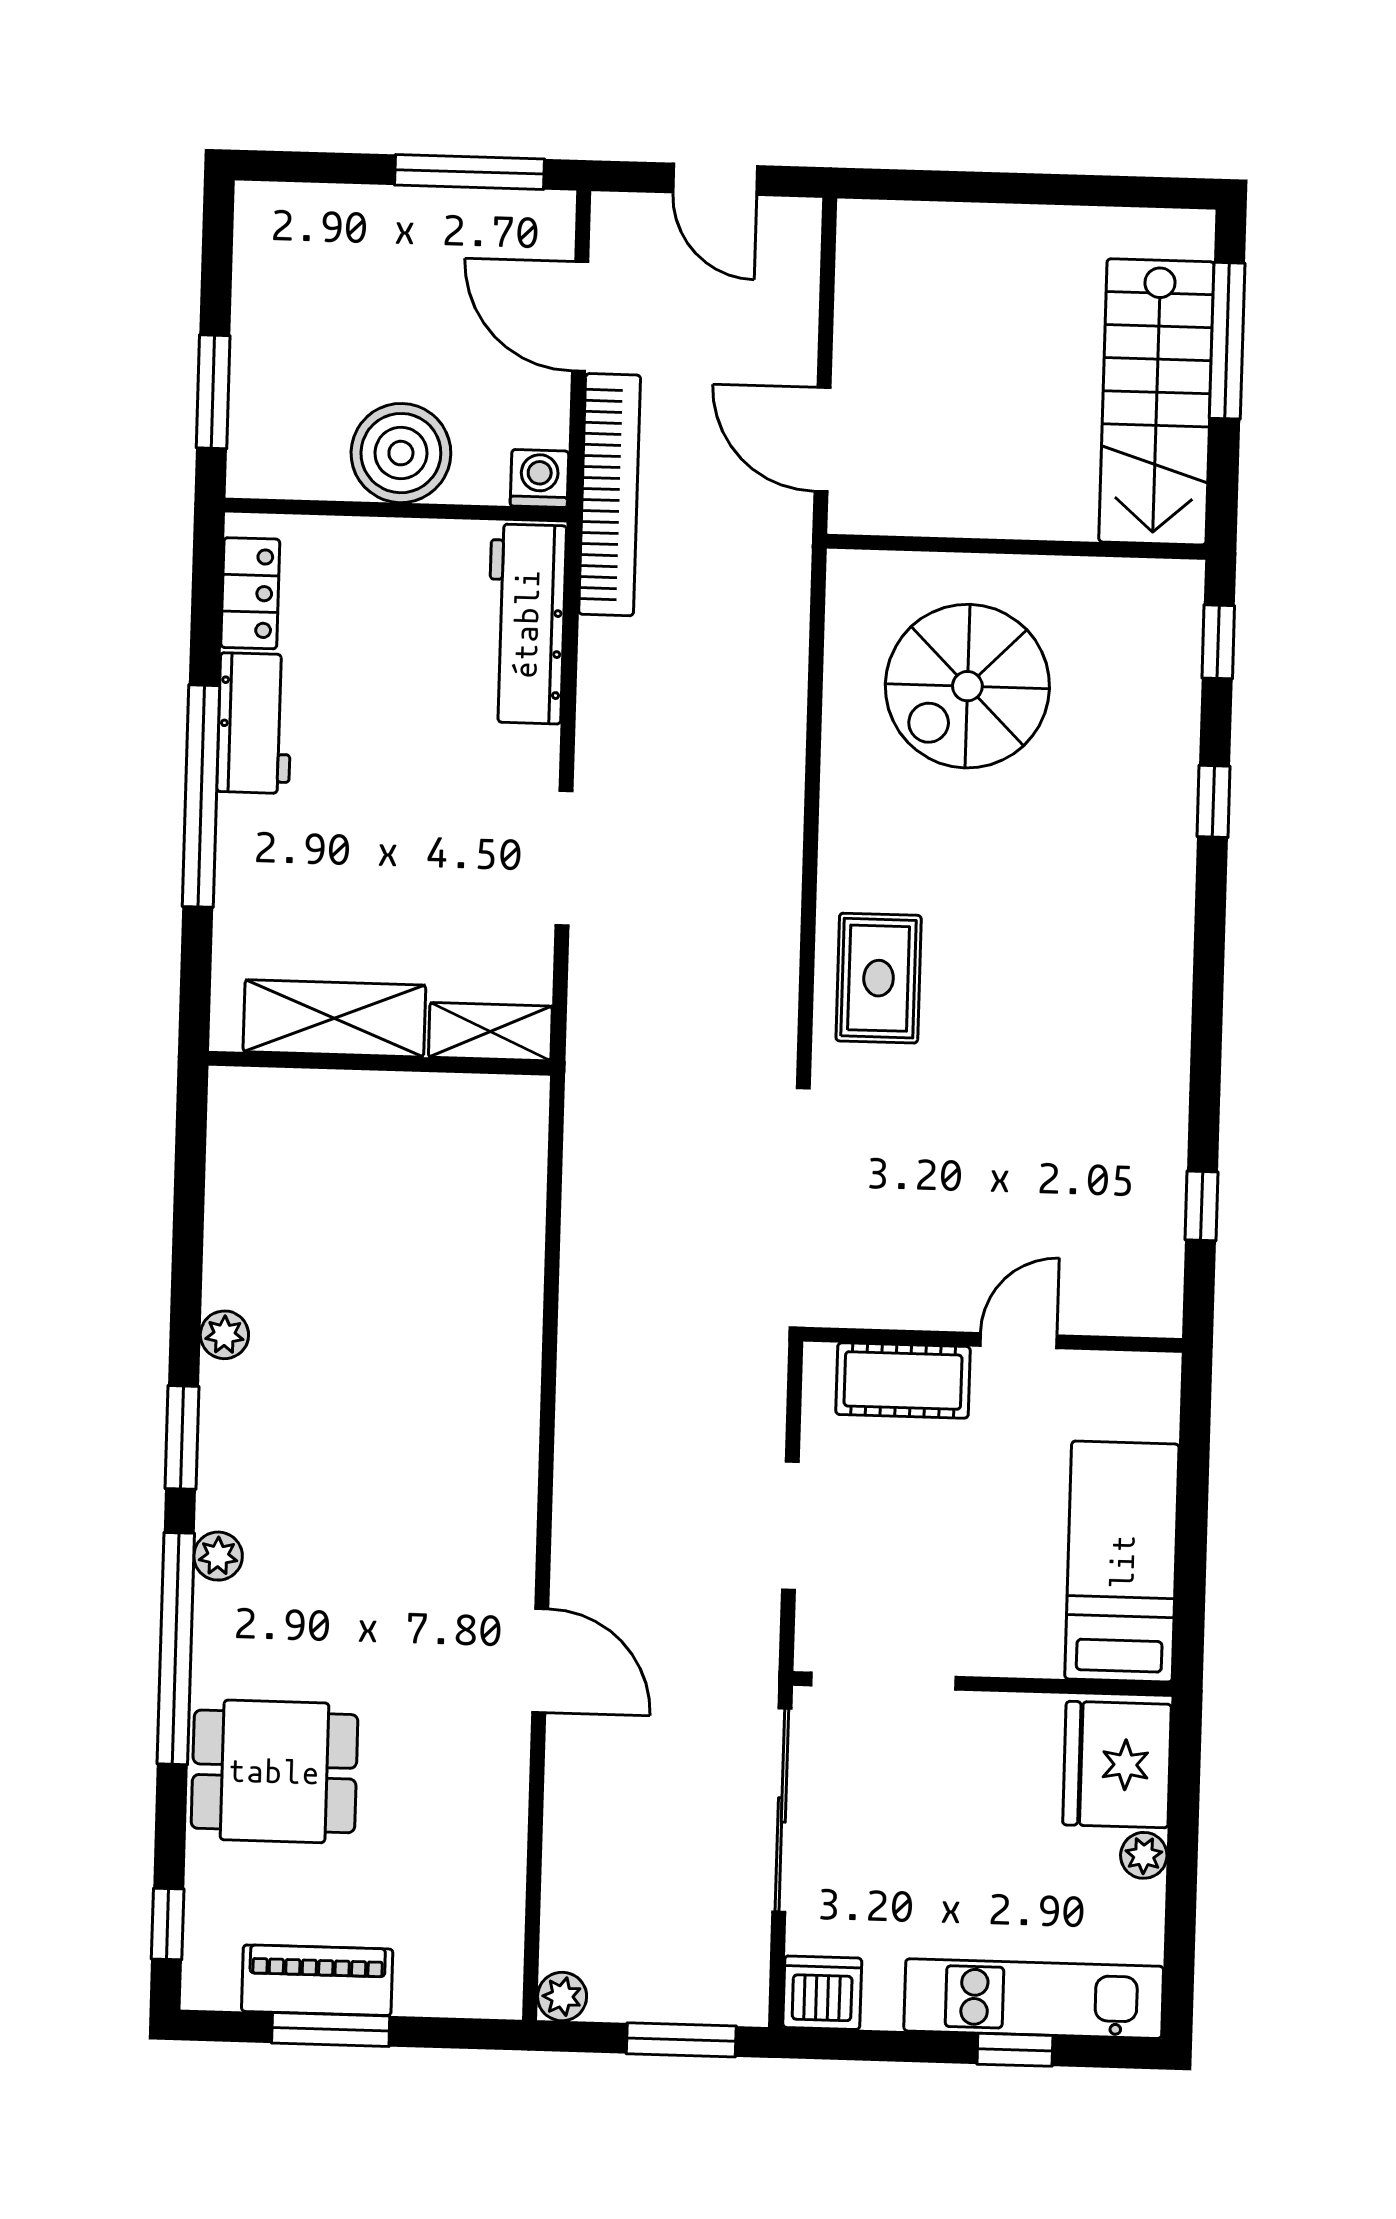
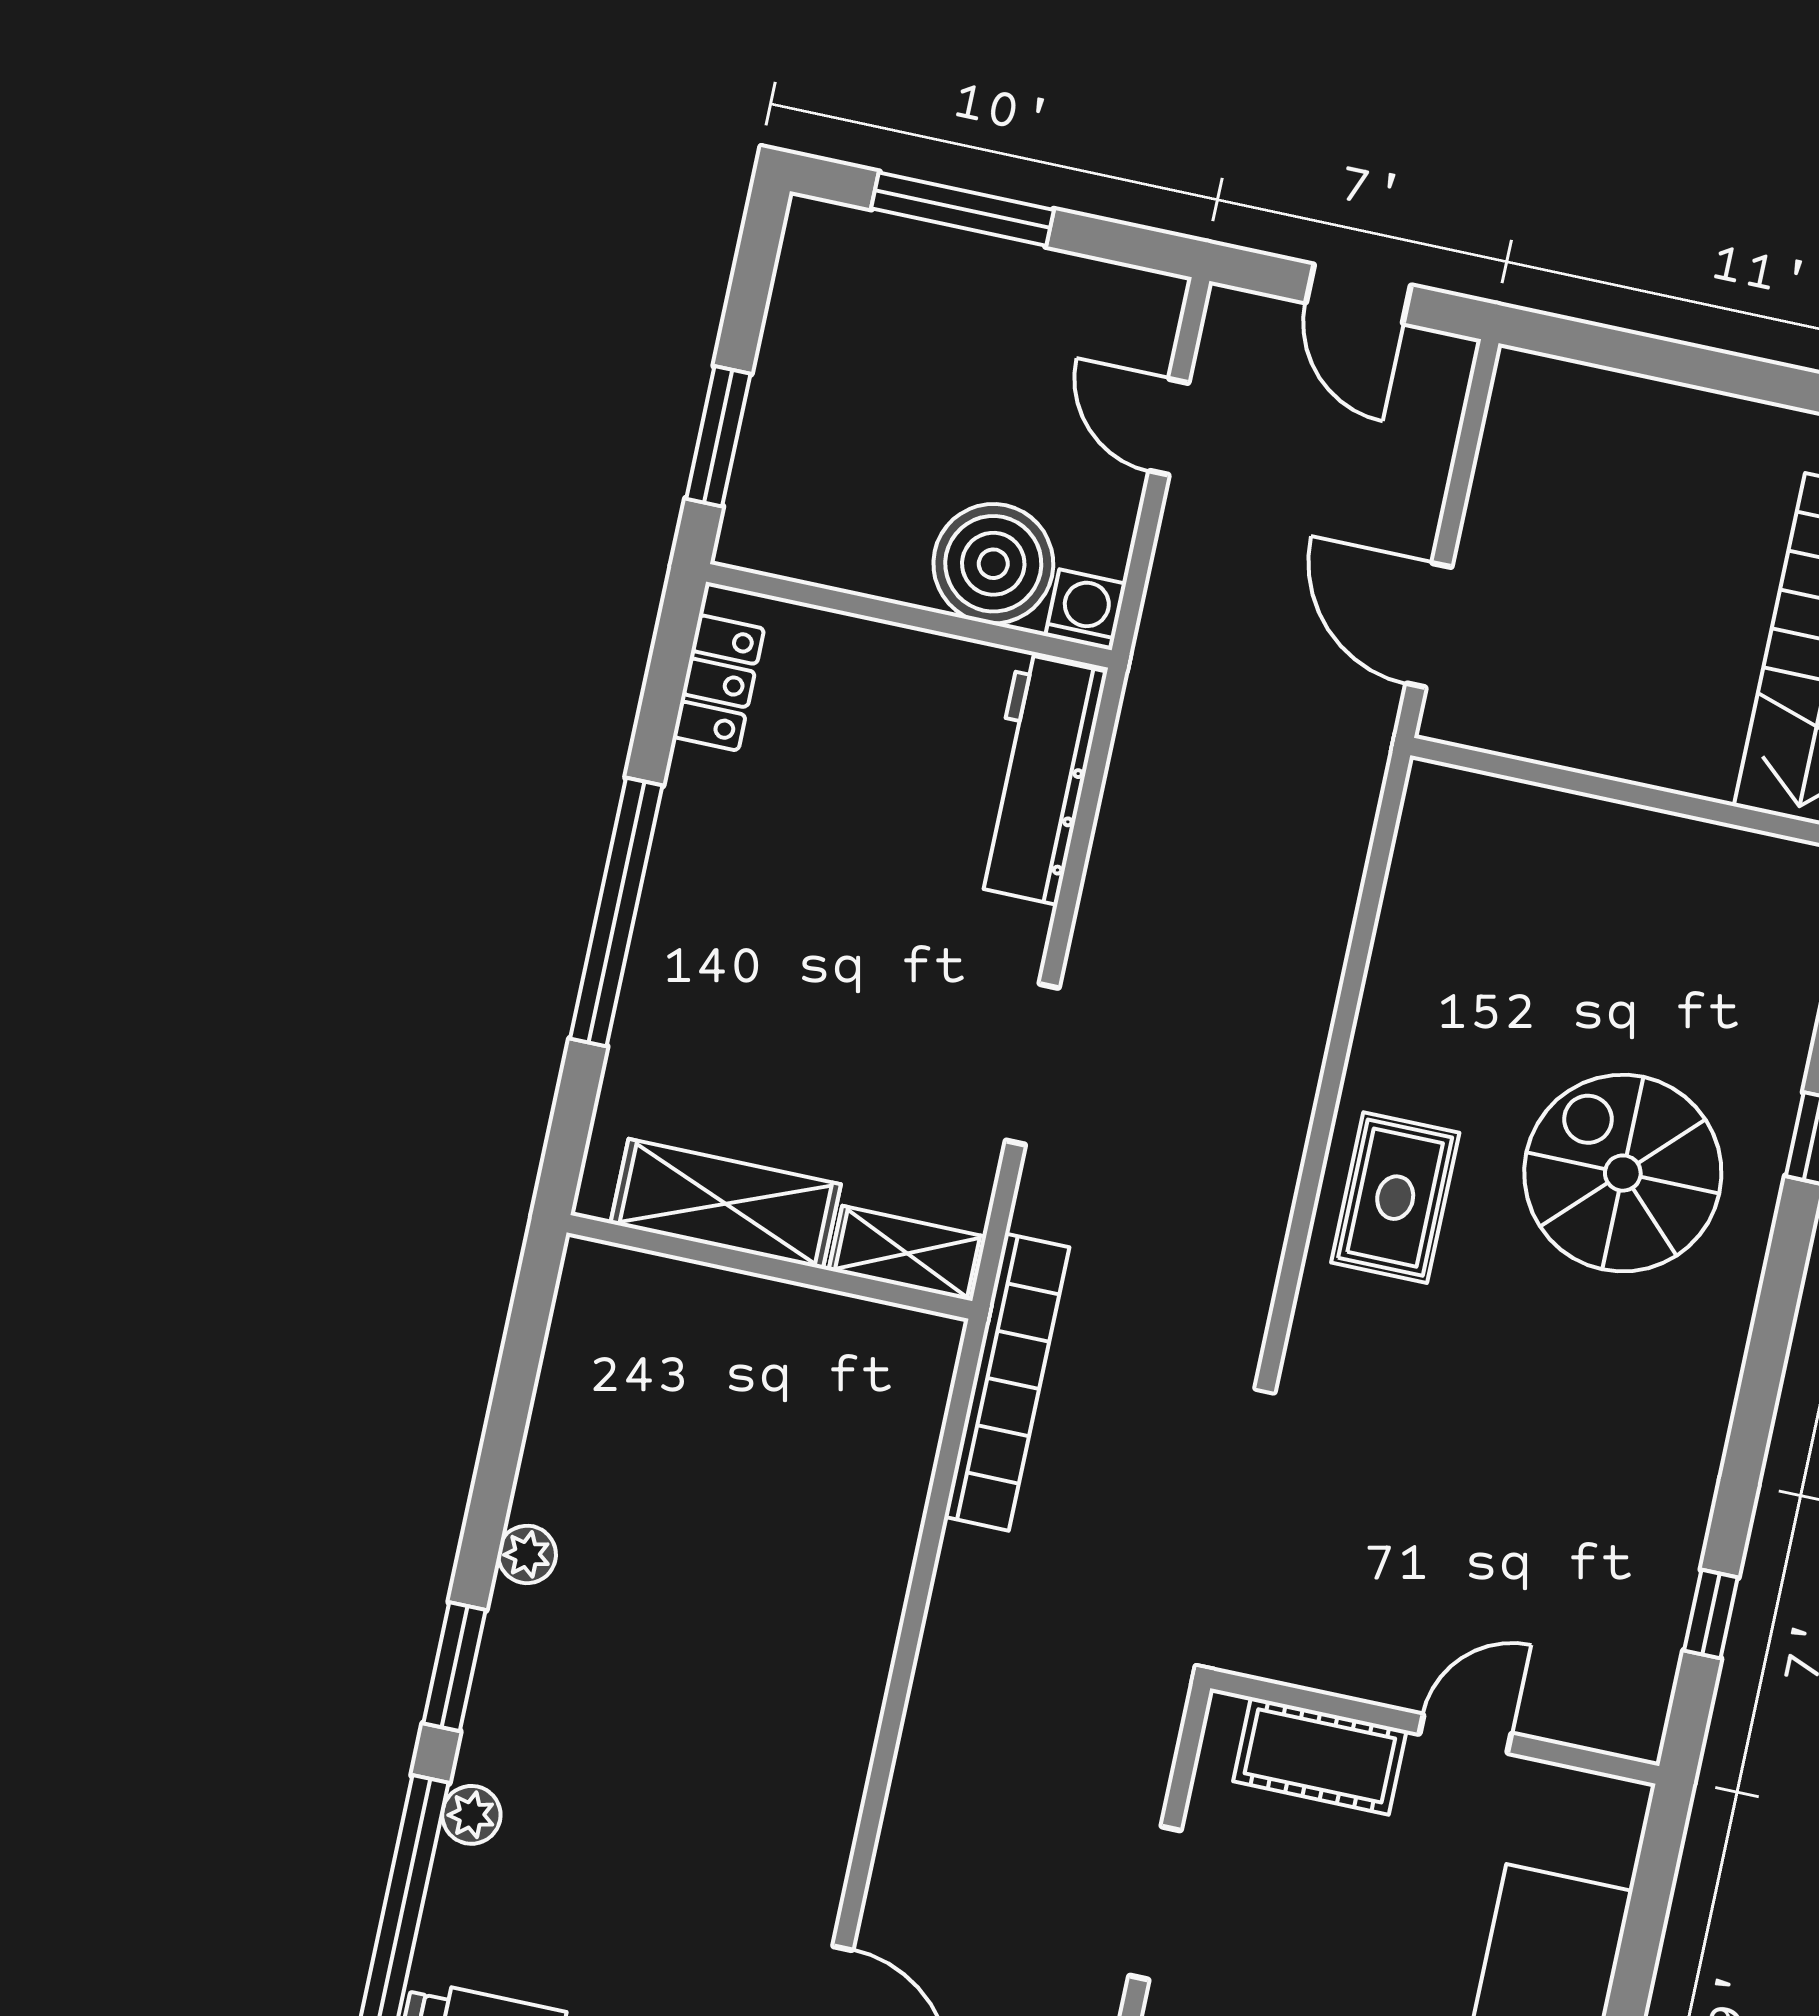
window: (469, 172) -> (962, 209), moved
door: (580, 316) -> (1169, 427), width x0.73
boiler: (401, 453) -> (993, 564), moved
bookcase: (610, 495) -> (1007, 1382), moved
spiral stairs: (967, 686) -> (1623, 1173), moved, turned 90
workbench: (255, 723) -> (695, 837), removed
rug: (879, 978) -> (1395, 1198), moved

